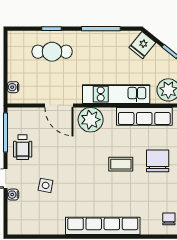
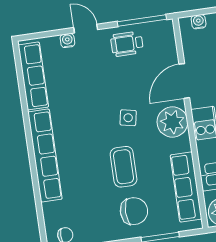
coffee table: (121, 164) -> (124, 167), width x1.36, depth x1.30
side table: (46, 185) -> (128, 118), moved
row of seats: (38, 226) -> (33, 76), added

